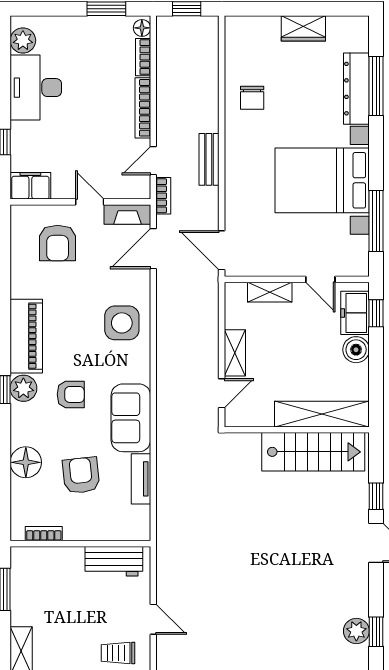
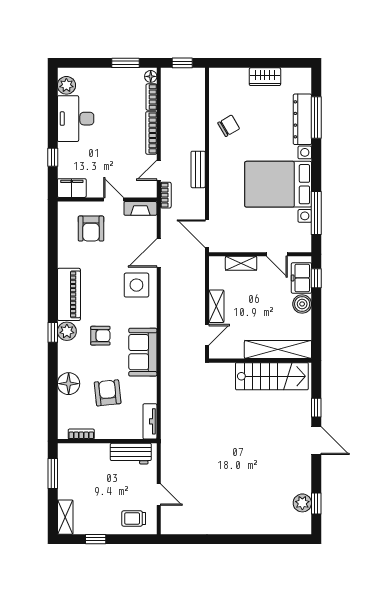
chair: (252, 98) -> (229, 126), turned -120
door: (153, 249) -> (159, 253), moved
tv unit: (141, 479) -> (150, 421), moved

